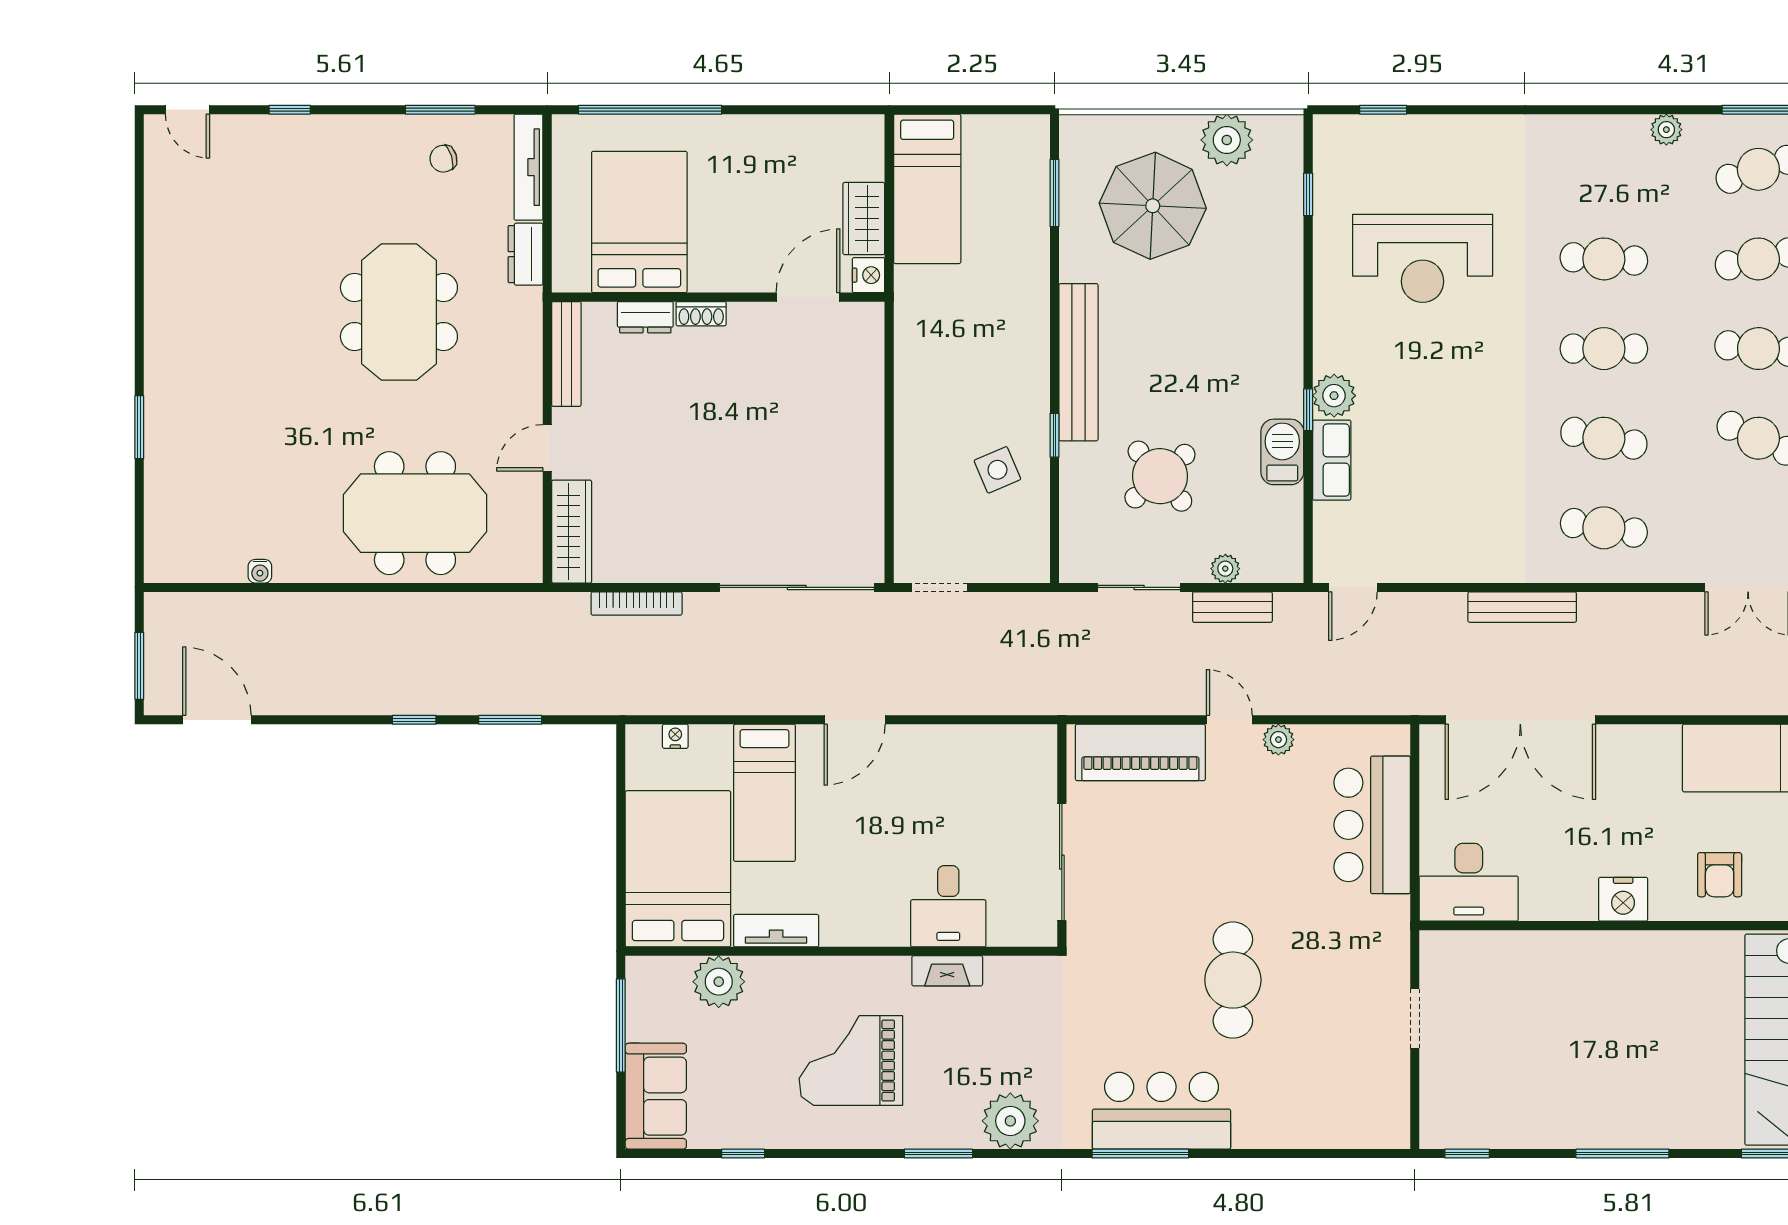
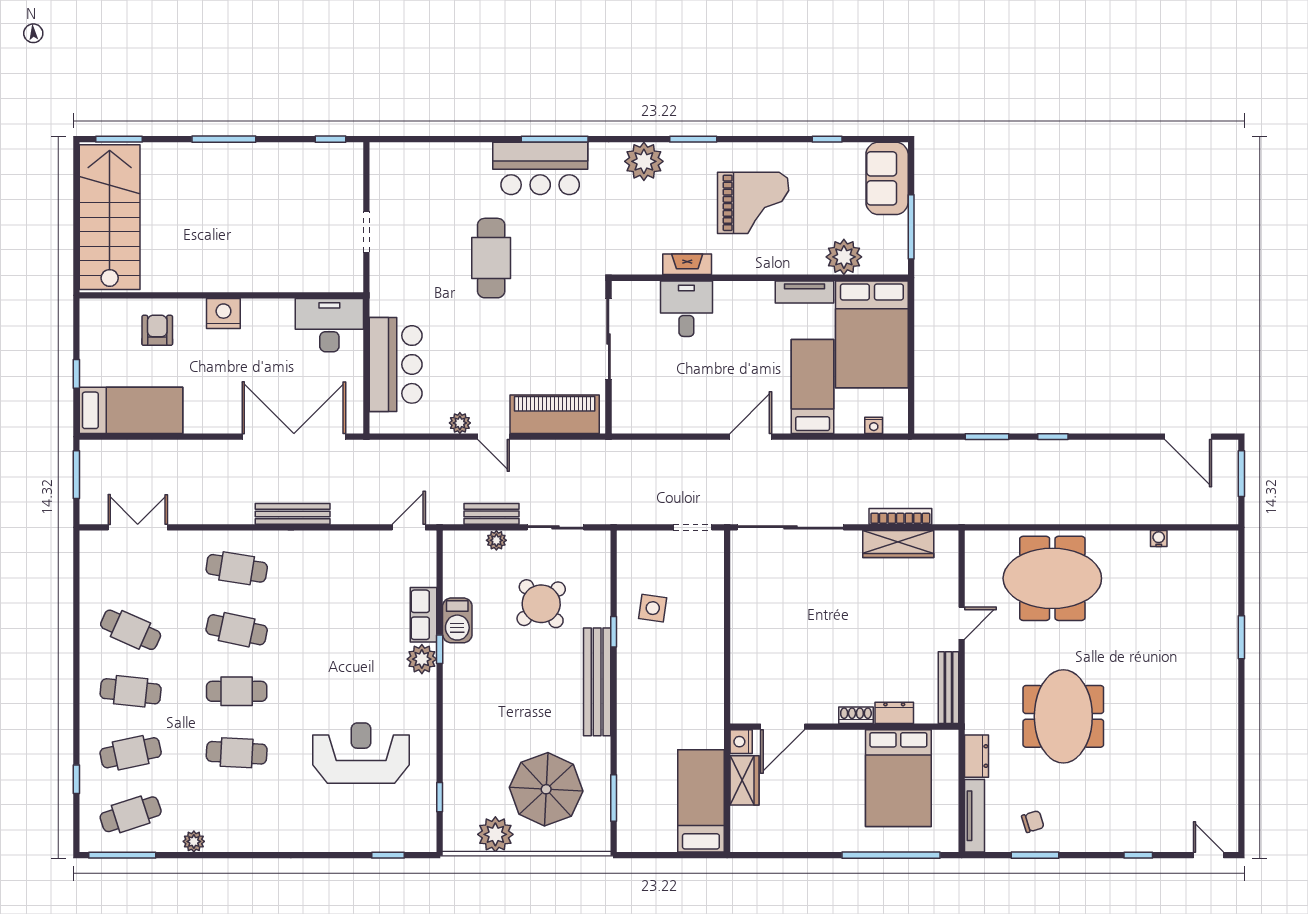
side table: (997, 470) -> (653, 608), turned 31
wardrobe: (572, 532) -> (898, 544), moved, turned -90

